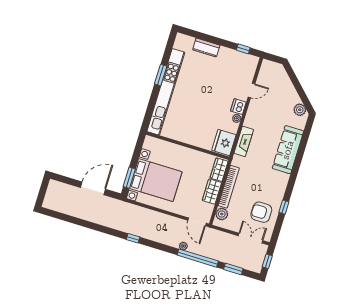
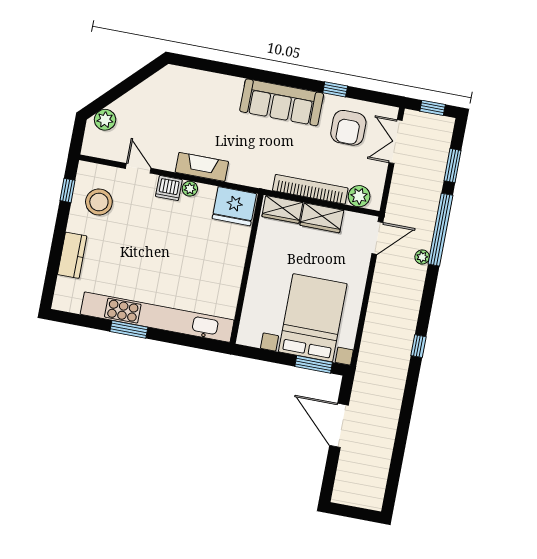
stool: (235, 66) -> (99, 202), added
plant: (300, 110) -> (105, 120), moved
fireplace: (244, 141) -> (202, 167), moved
sofa: (288, 150) -> (282, 102), moved

